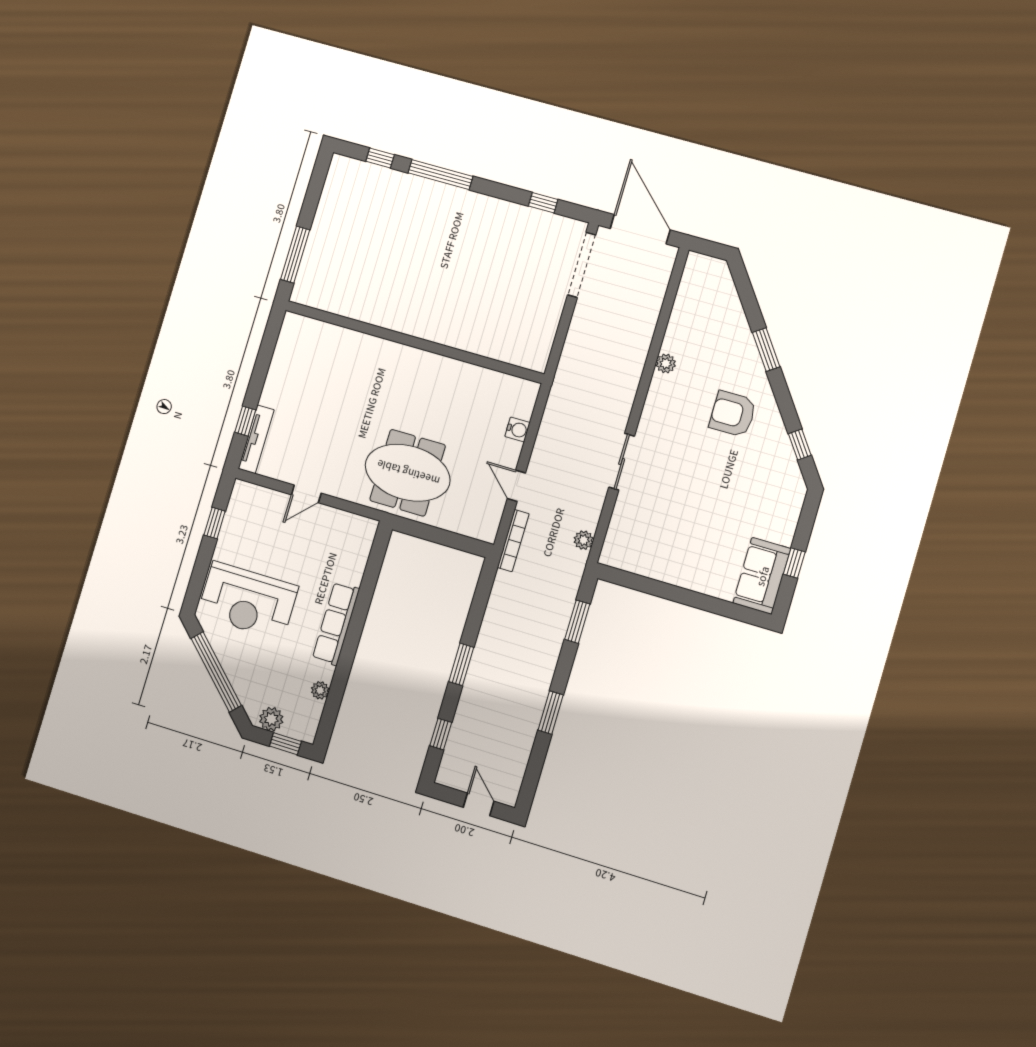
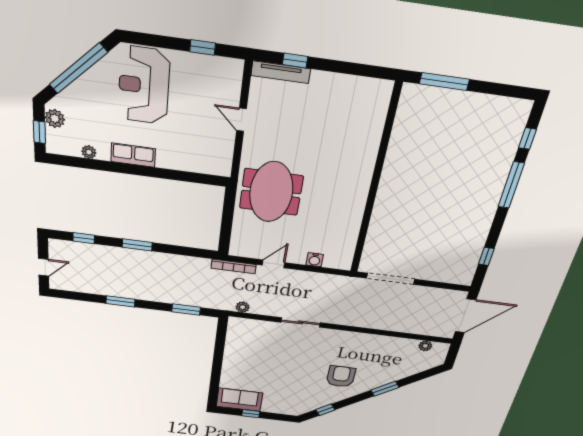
doorway: (582, 265) -> (391, 279), moved
plant: (666, 363) -> (425, 346), moved
row of seats: (336, 624) -> (133, 155), width x0.68

